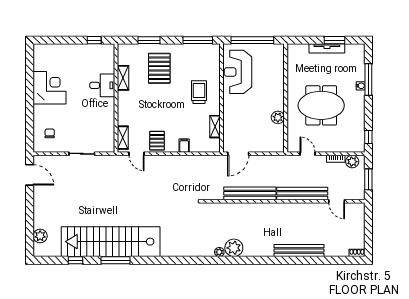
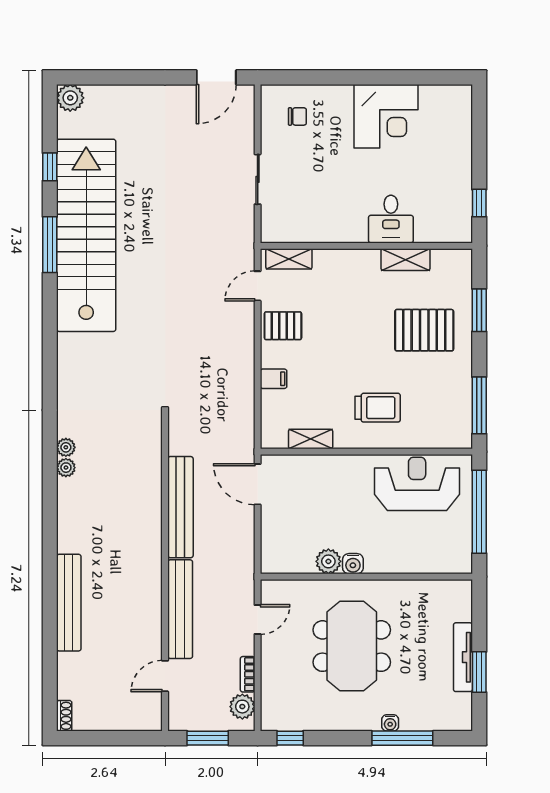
water cooler: (279, 105) -> (353, 564), added
plant: (40, 236) -> (70, 98), moved
plant: (234, 248) -> (66, 468), width x0.53, depth x0.53

